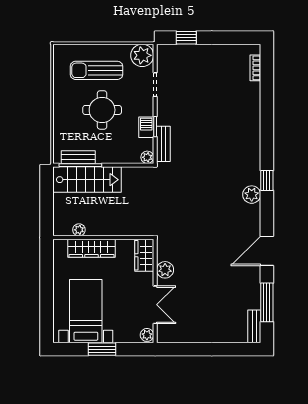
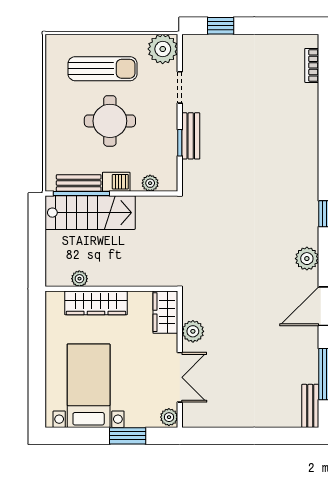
sun lounger: (96, 70) -> (103, 69), turned 180
barbecue: (146, 127) -> (116, 182), moved, turned 90
bench: (163, 144) -> (191, 136), moved
plant: (147, 157) -> (150, 183), moved
plant: (252, 195) -> (307, 259), moved
window: (102, 349) -> (128, 436), moved

